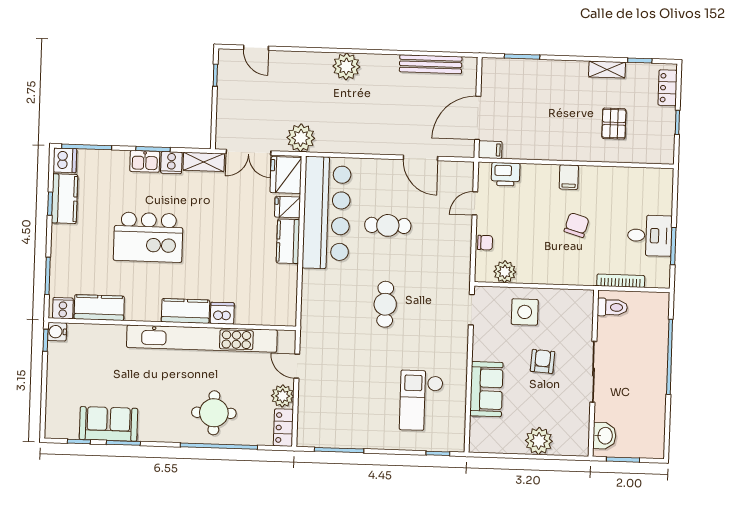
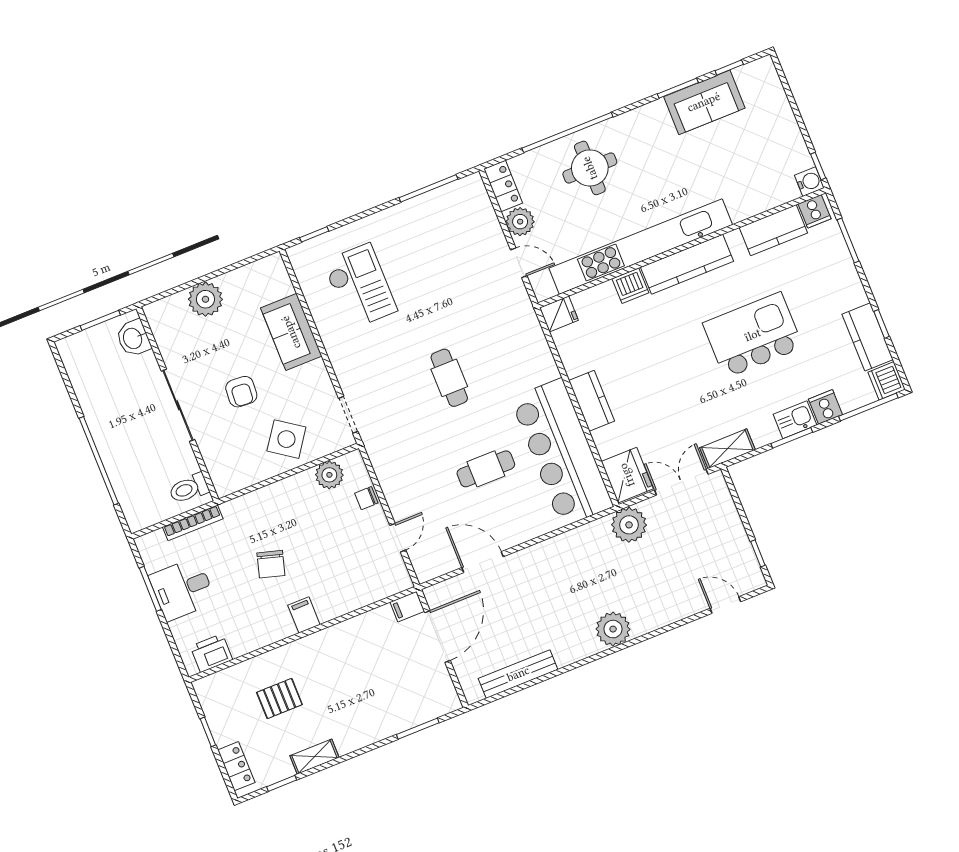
pallet: (614, 124) -> (279, 698), turned 90
cooker: (171, 163) -> (825, 407), moved
printer: (506, 174) -> (211, 653), moved
fridge: (288, 207) -> (559, 314), moved
kitchen counter: (185, 311) -> (687, 264), width x1.50
side table: (525, 312) -> (286, 439), turned 35

